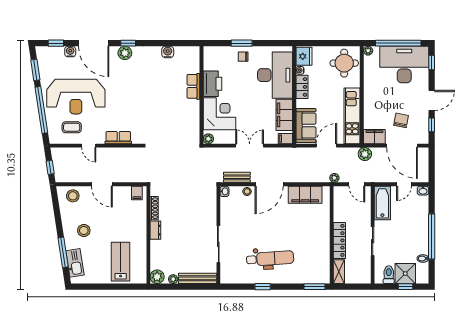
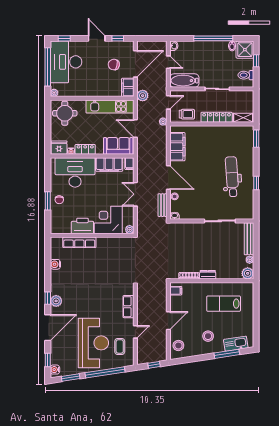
water cooler: (70, 52) -> (55, 370), moved
row of seats: (193, 86) -> (79, 242), width x1.48
trolley: (343, 206) -> (187, 114), added
lab bench: (121, 262) -> (224, 304), moved
shower: (405, 274) -> (245, 50), moved

